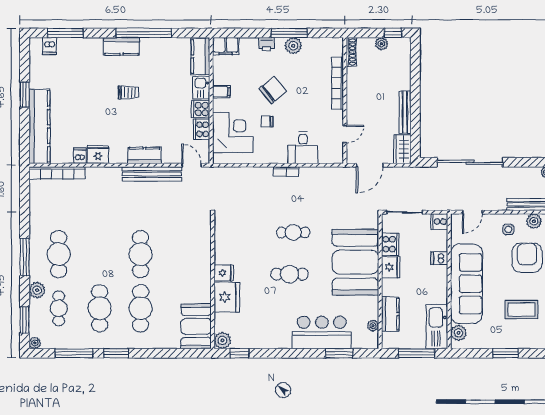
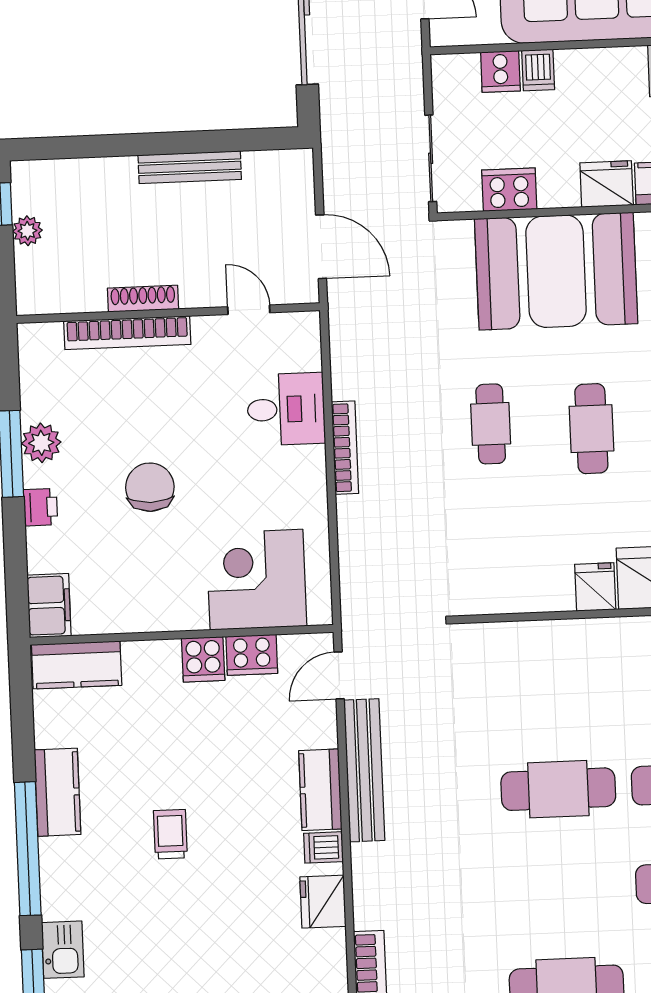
window: (144, 33) -> (28, 849), moved
kitchen counter: (122, 46) -> (58, 792), moved
shoe rack: (351, 52) -> (143, 299), moved
kitchen sink: (201, 88) -> (63, 950), moved, turned -90
chair: (273, 90) -> (150, 487), turned 39
filing cabinet: (221, 92) -> (159, 611), removed
chair: (267, 122) -> (227, 498), removed
wardrobe: (402, 149) -> (279, 170), removed
dishwasher: (80, 156) -> (323, 847), moved
bookcase: (286, 172) -> (345, 448), width x1.56
cooker: (439, 222) -> (500, 72), moved
fridge: (391, 267) -> (607, 184), moved

